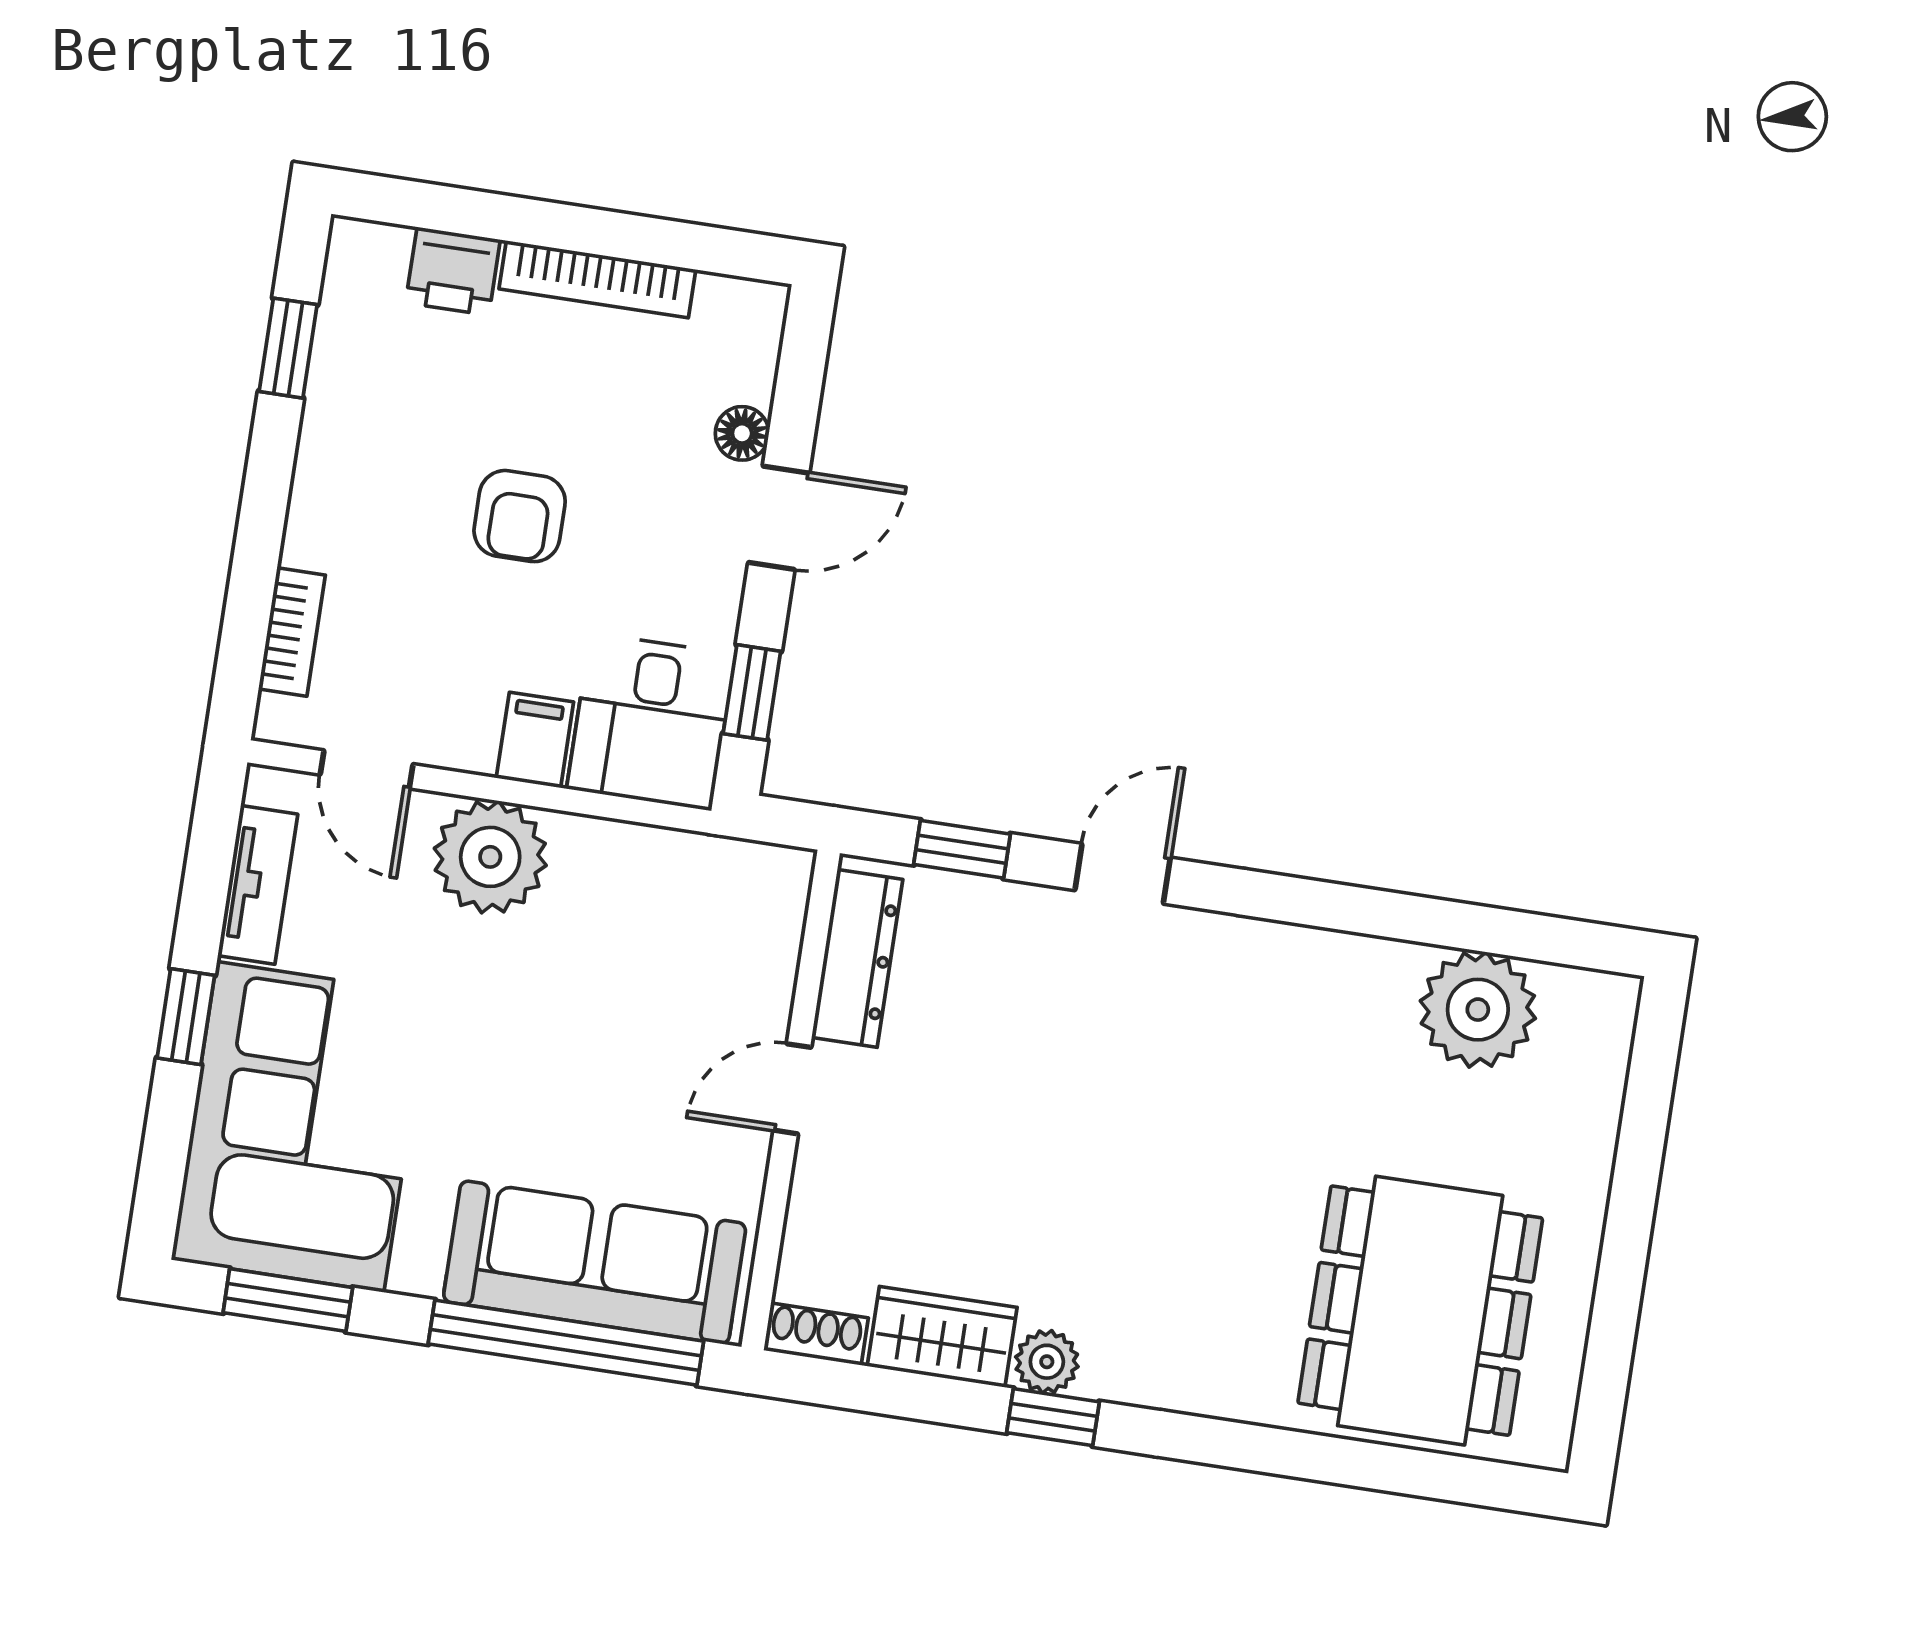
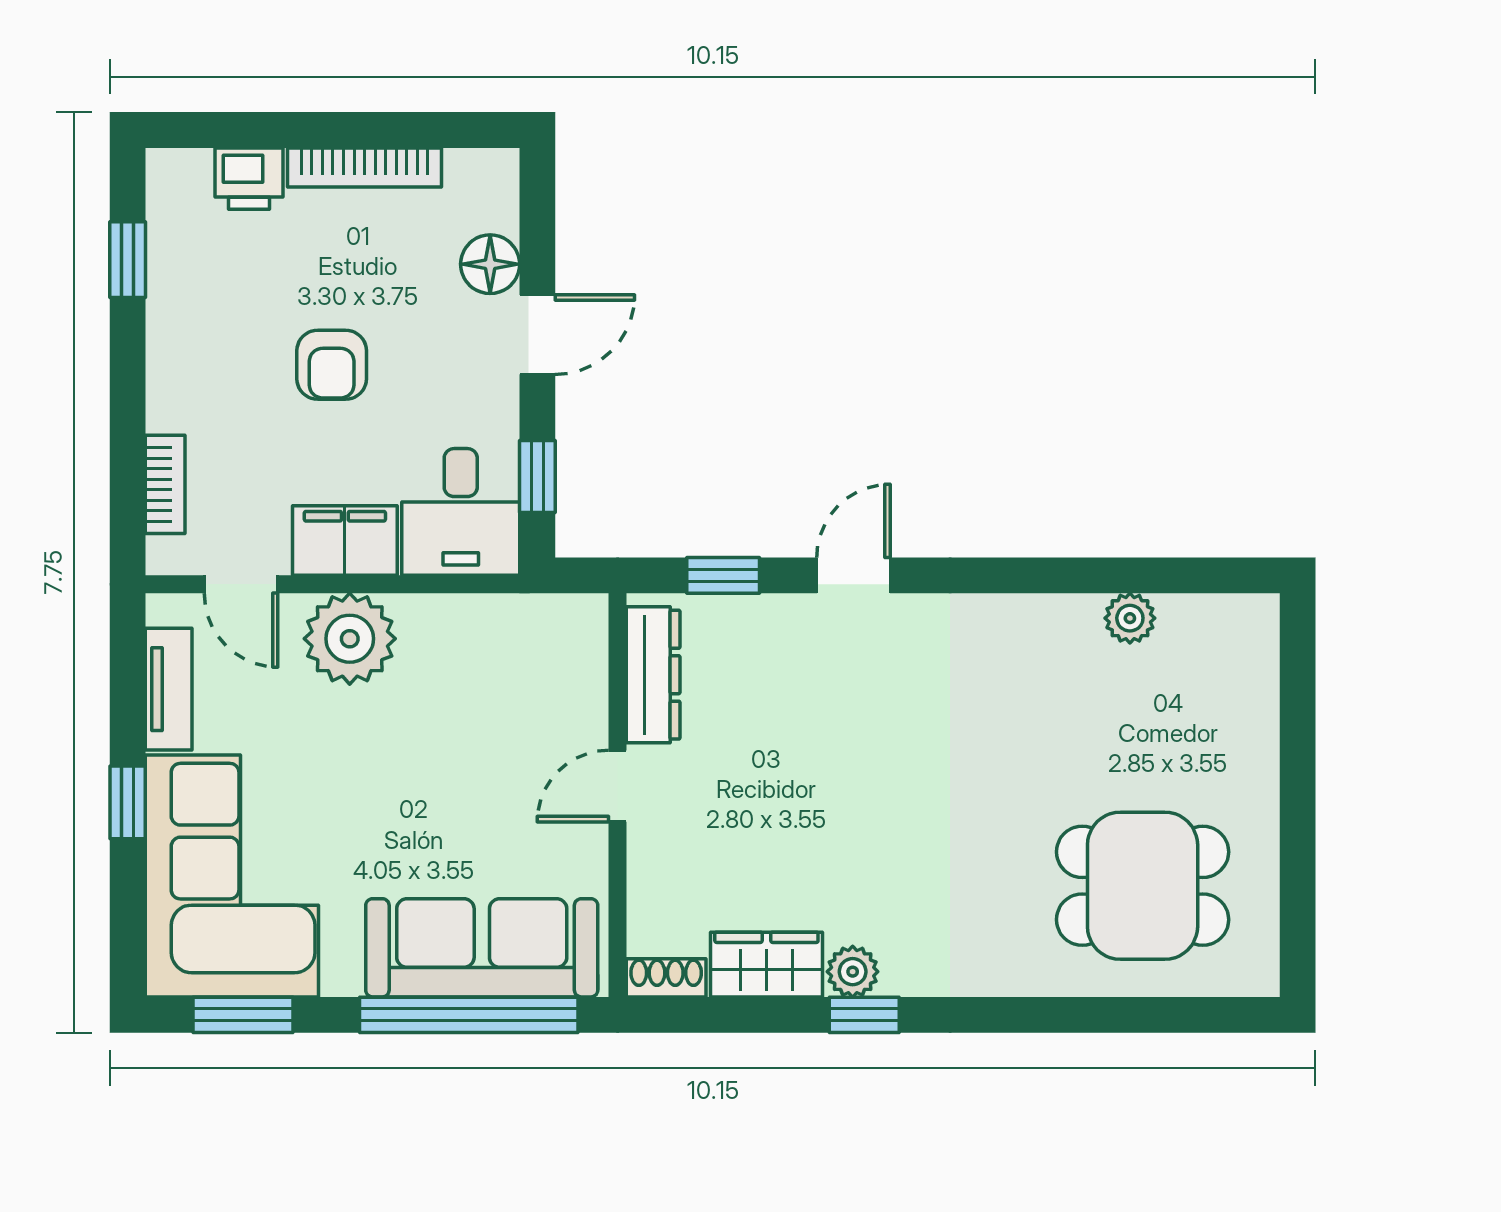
floor lamp: (742, 433) -> (490, 264), width x1.37, depth x1.37
filing cabinet: (535, 740) -> (345, 541), width x2.00
plant: (1478, 1010) -> (1130, 618), width x0.53, depth x0.53
dining table: (1420, 1311) -> (1143, 886), width x0.73

